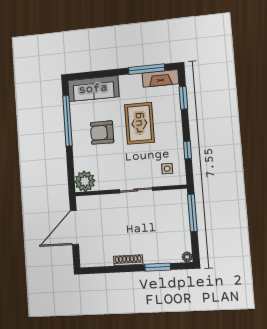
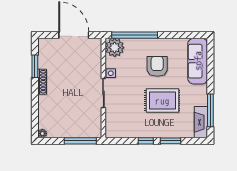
window: (183, 98) -> (171, 141), moved
window: (67, 121) -> (135, 35), moved
window: (187, 150) -> (146, 141), moved
side table: (167, 169) -> (111, 73), moved
window: (158, 267) -> (35, 66), moved

